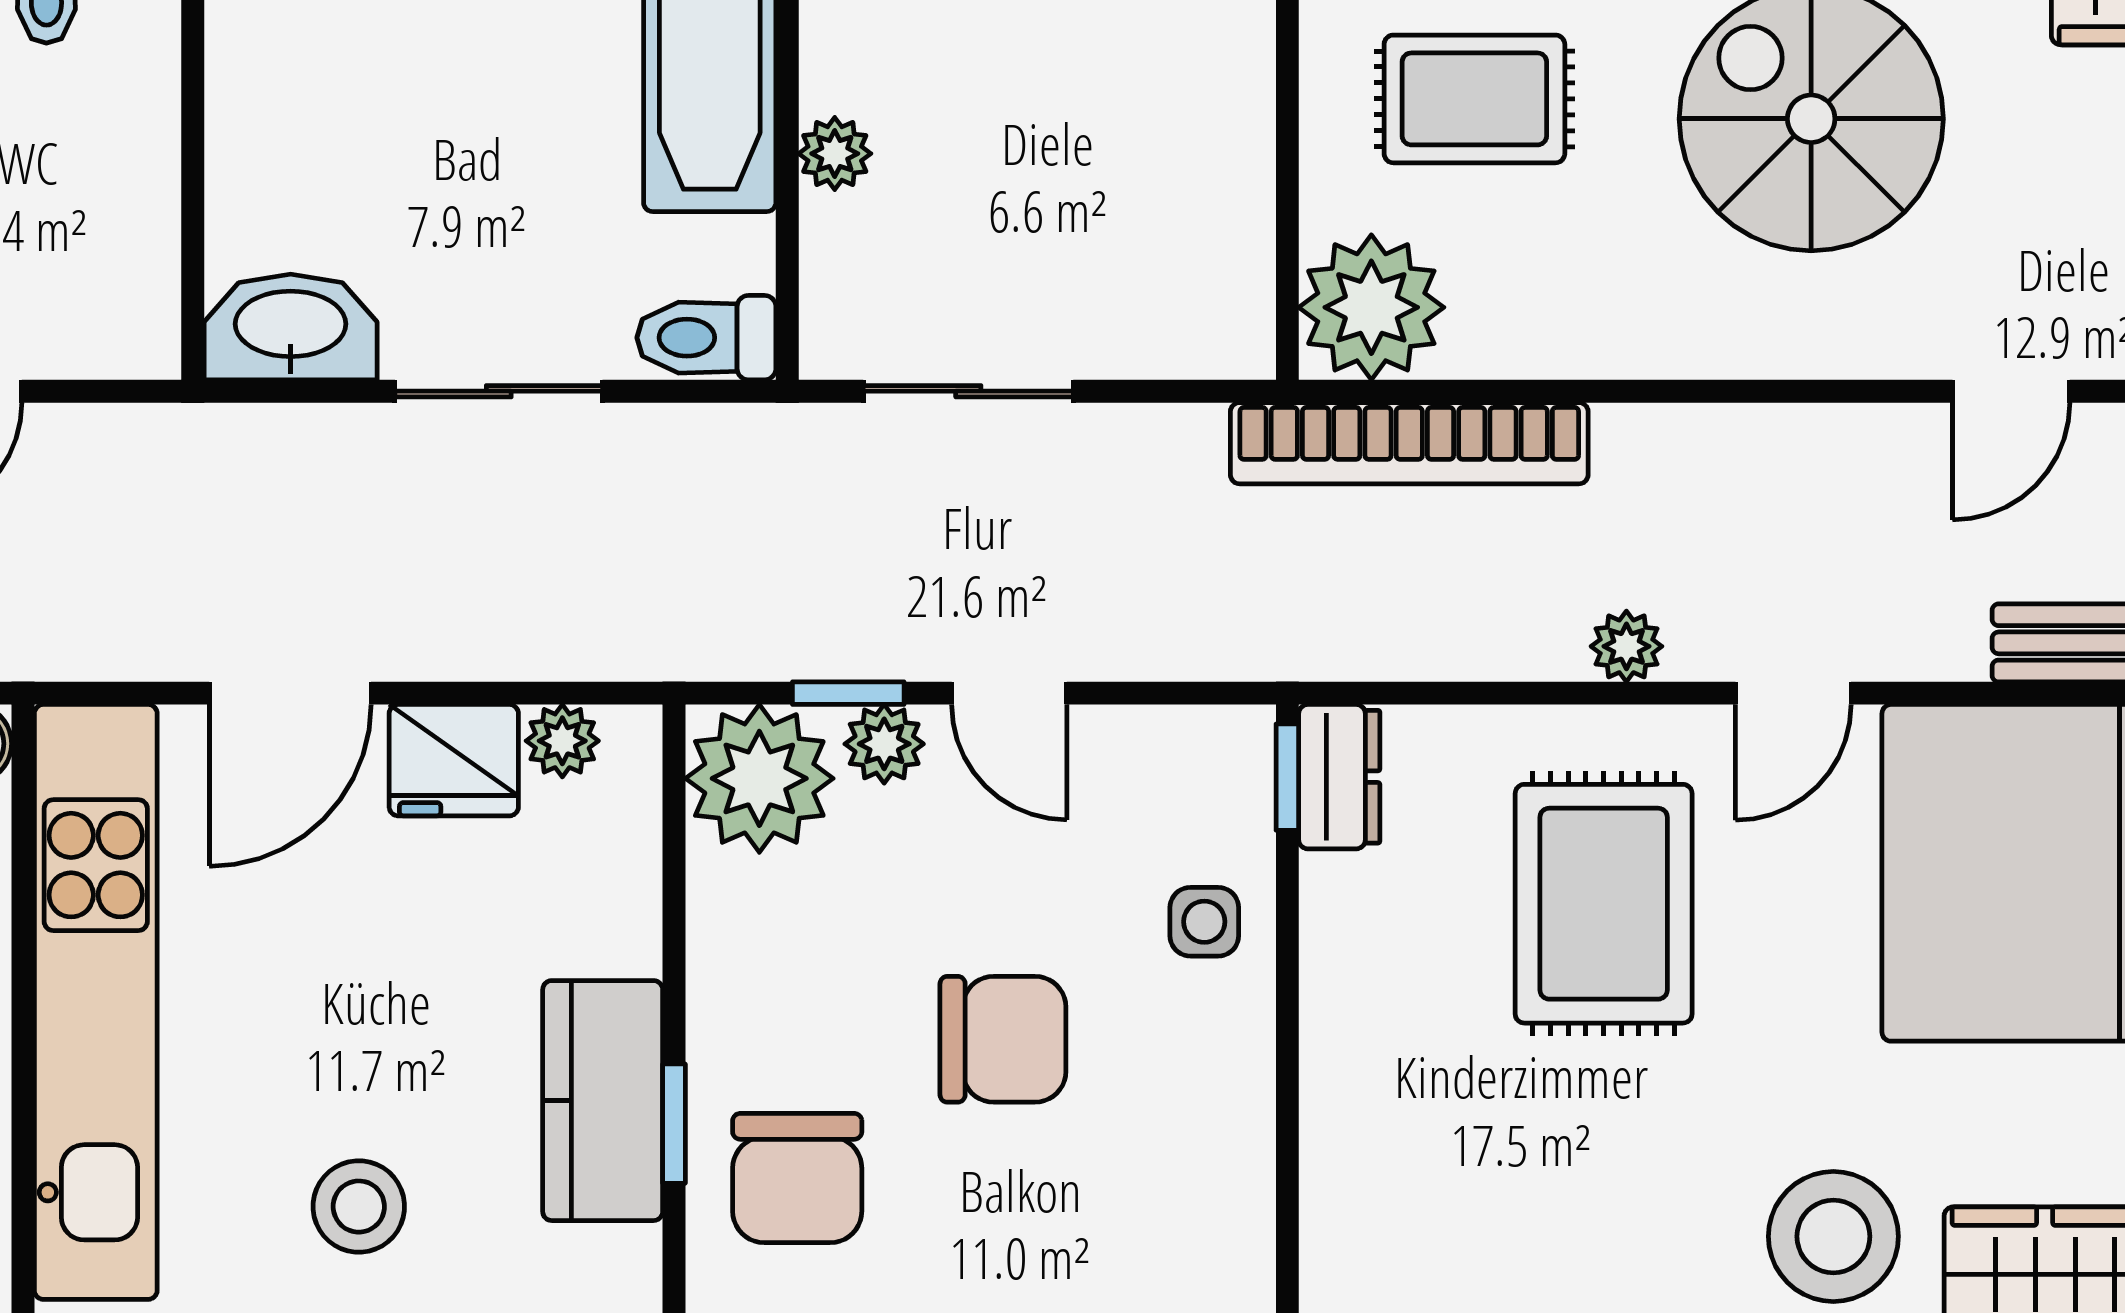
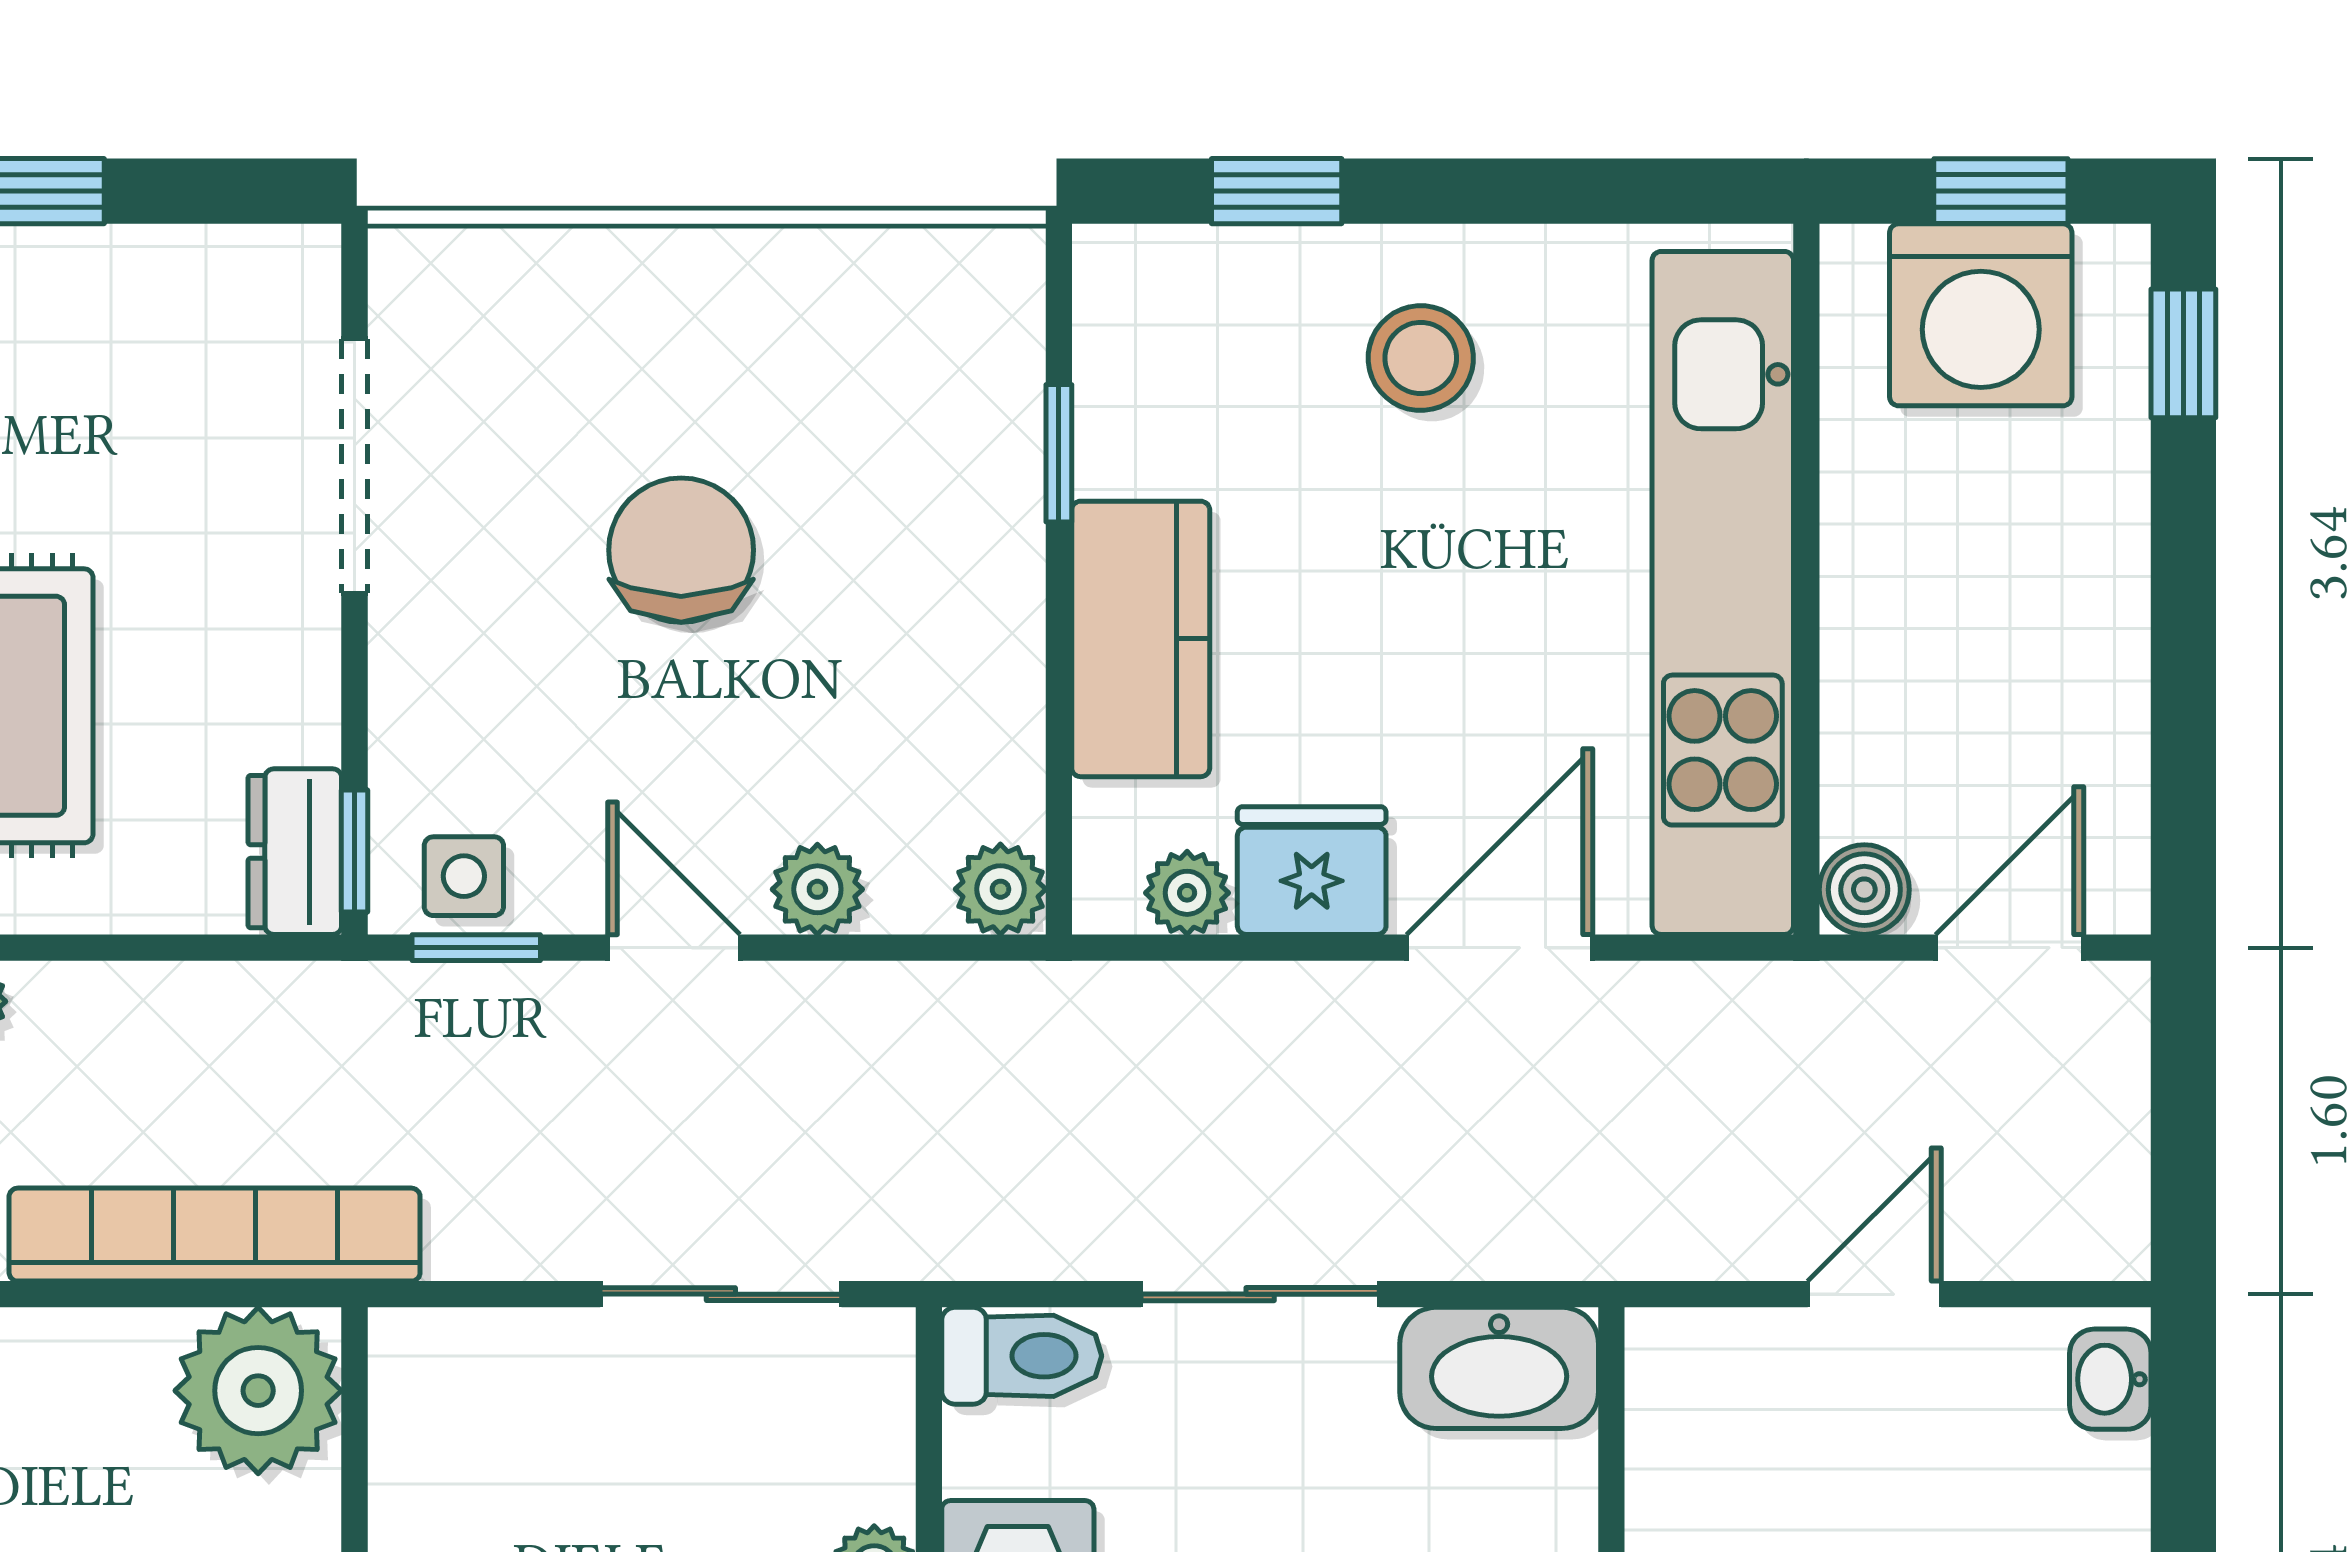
window: (848, 693) -> (476, 948), moved
plant: (759, 778) -> (1000, 889), width x0.53, depth x0.53
side table: (1204, 922) -> (464, 876), moved
chair: (1003, 1039) -> (681, 550), turned 90
kitchen counter: (603, 1101) -> (1141, 639), moved
doorway: (1287, 1112) -> (355, 466), added
chair: (797, 1178) -> (917, 391), removed

